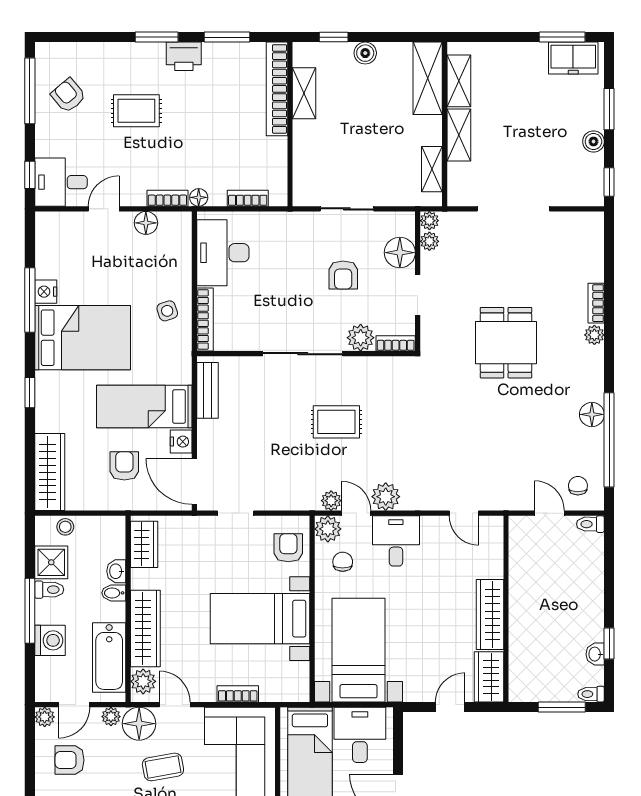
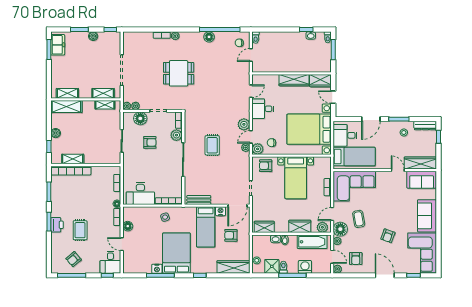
printer: (184, 56) -> (57, 225), moved
shelving: (459, 135) -> (103, 93), moved
desk: (396, 541) -> (263, 109), moved
wardrobe: (145, 628) -> (300, 226), width x0.67
bed with nightstands: (358, 650) -> (309, 129), width x1.36

